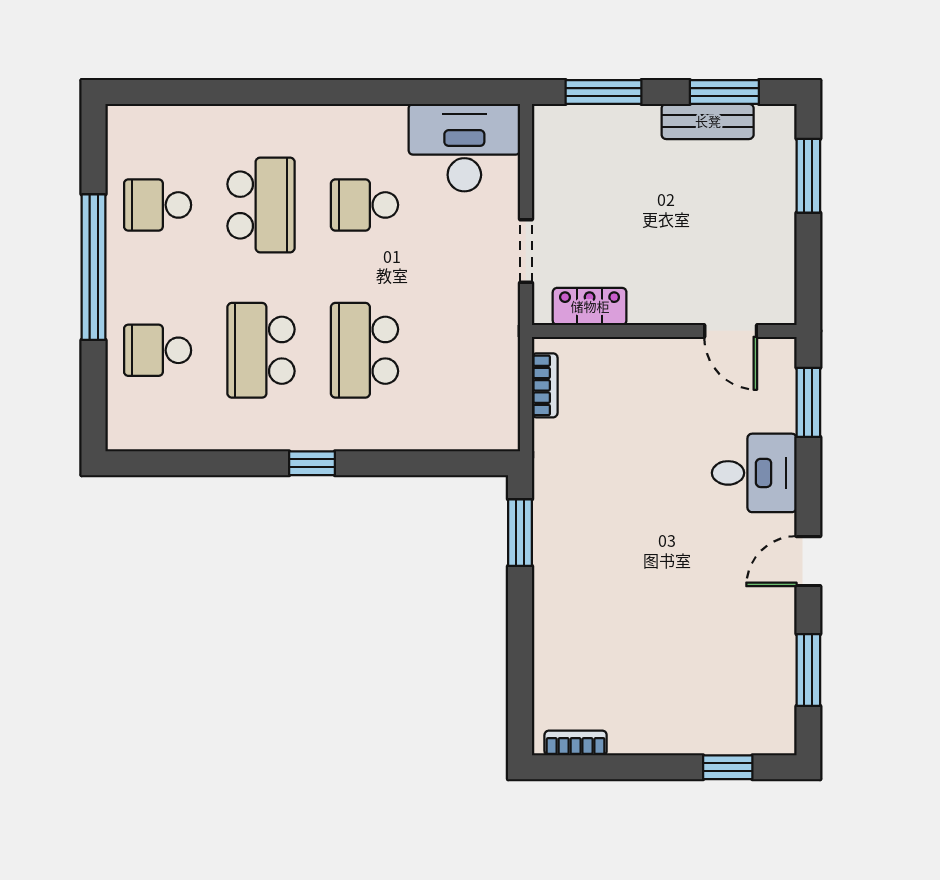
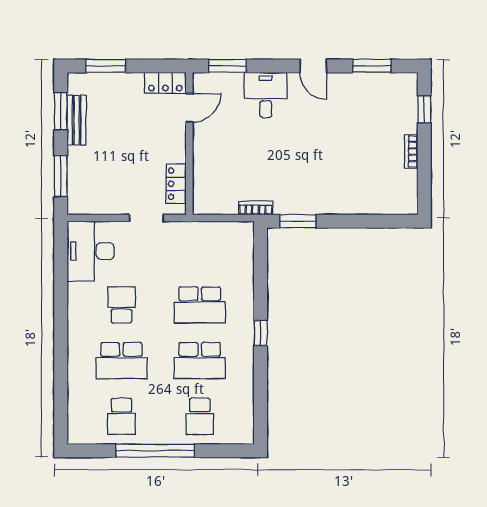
school desk: (261, 205) -> (122, 361), turned 180
school desk: (364, 205) -> (122, 305), turned 180
locker: (777, 286) -> (165, 83), added
bookcase: (545, 385) -> (256, 208), moved
bookcase: (576, 743) -> (411, 152), moved

